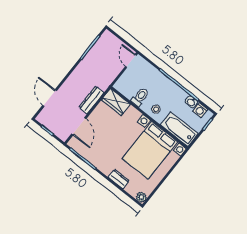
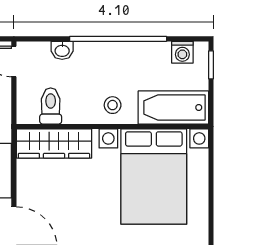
toilet: (140, 97) -> (51, 106), moved
wardrobe: (116, 102) -> (54, 144), width x1.50
washbasin: (191, 102) -> (62, 50), moved

